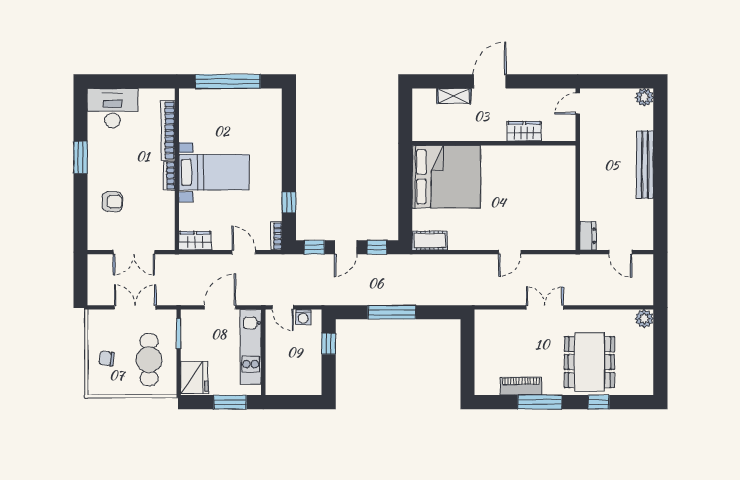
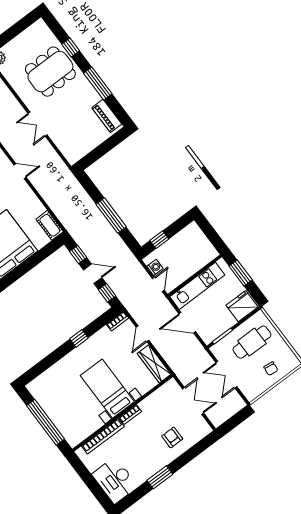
window: (289, 202) -> (79, 338), moved
wardrobe: (195, 241) -> (154, 364), width x1.50
piano: (521, 386) -> (107, 116), moved

